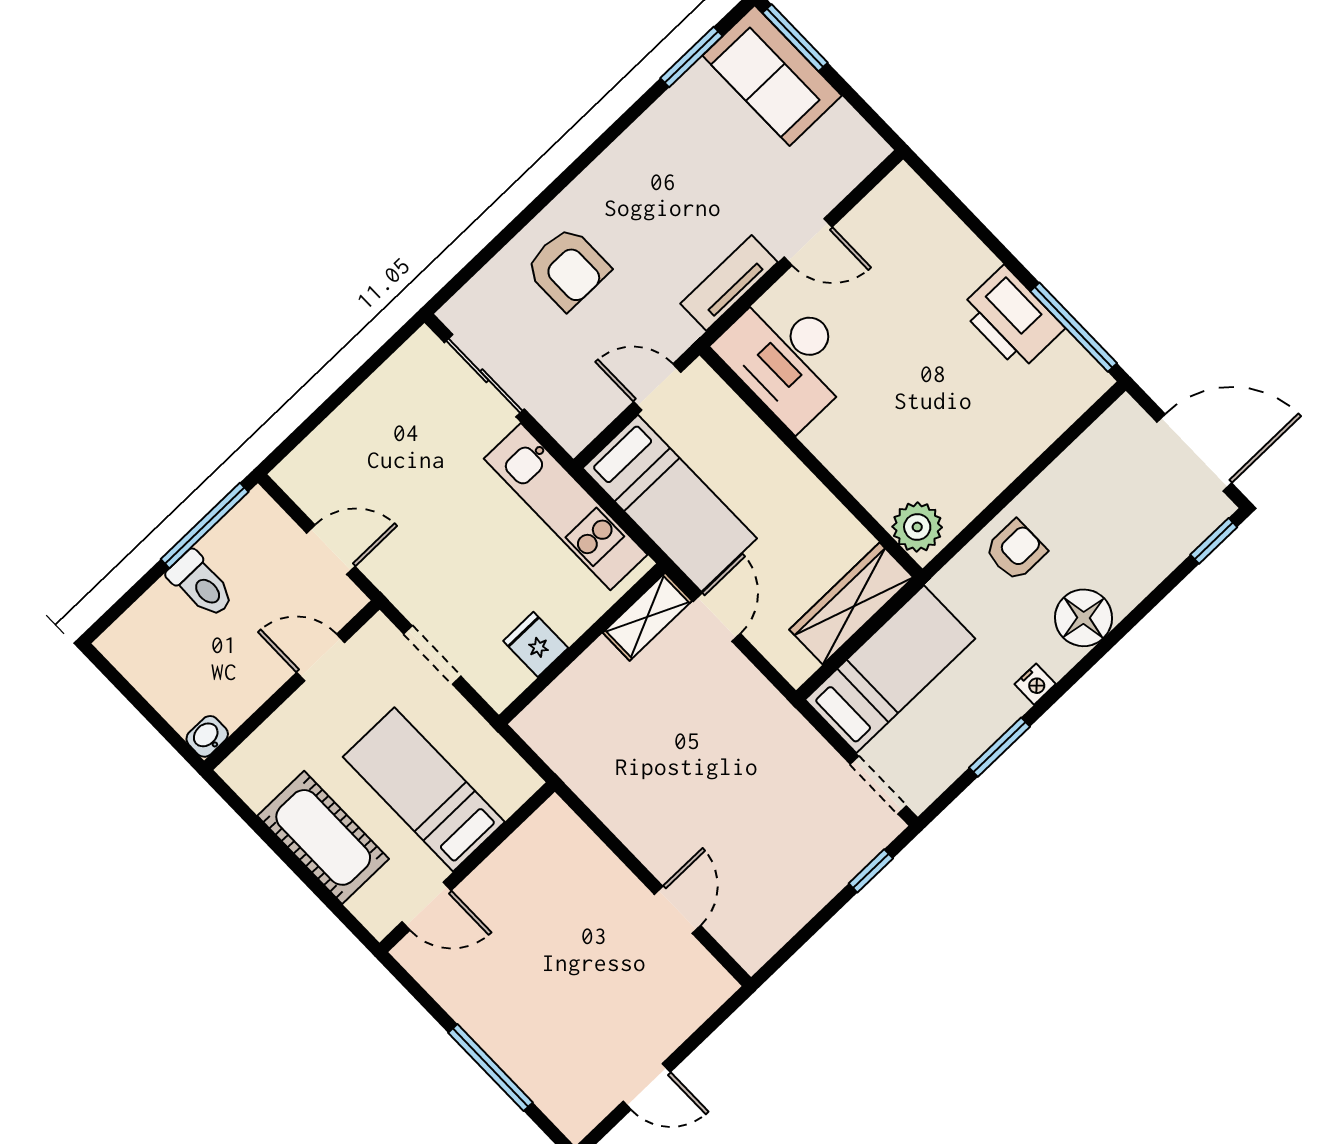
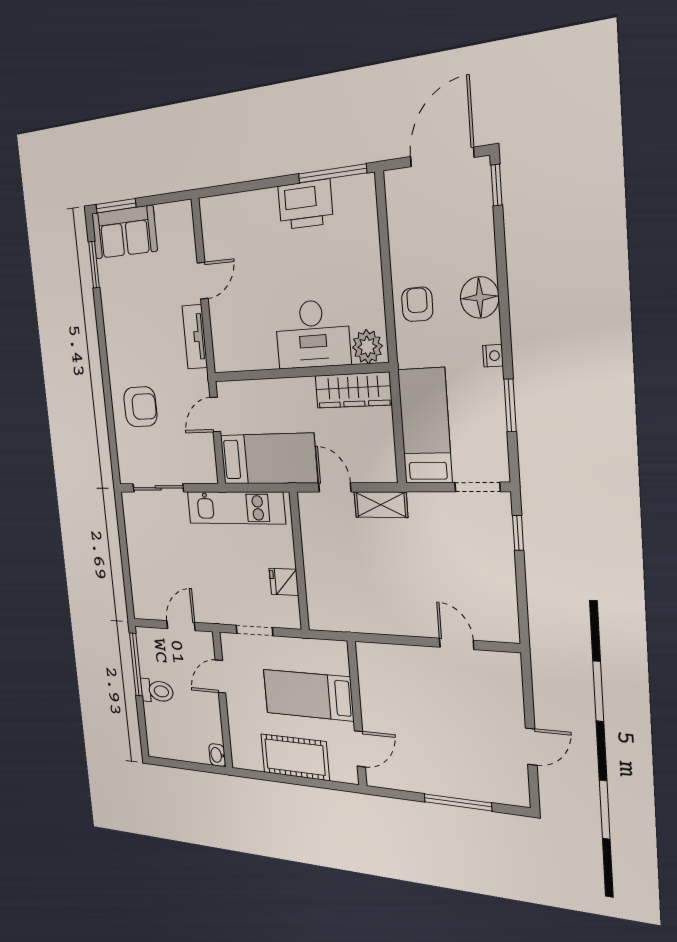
desk: (787, 357) -> (312, 334), moved
wardrobe: (851, 604) -> (353, 390), moved, turned -90
shelving: (647, 617) -> (381, 505), moved, turned 90

